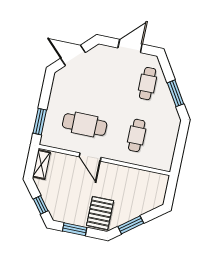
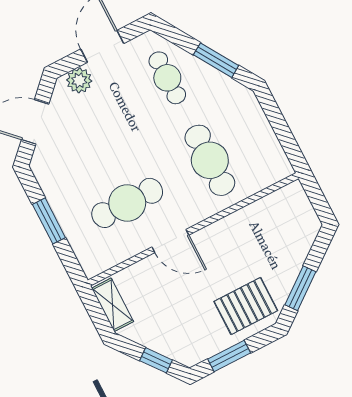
plant: (108, 53) -> (79, 80), added
window: (40, 122) -> (49, 221), moved
cafe table: (137, 135) -> (210, 160), width x1.37, depth x1.35
pallet: (100, 213) -> (246, 306), turned 90

